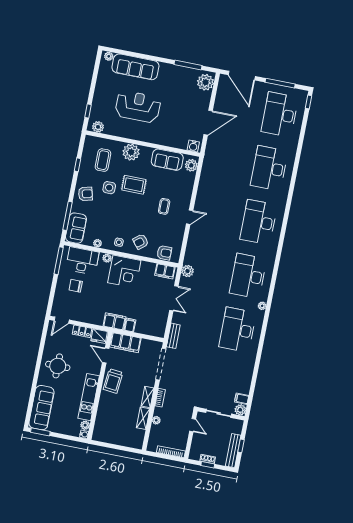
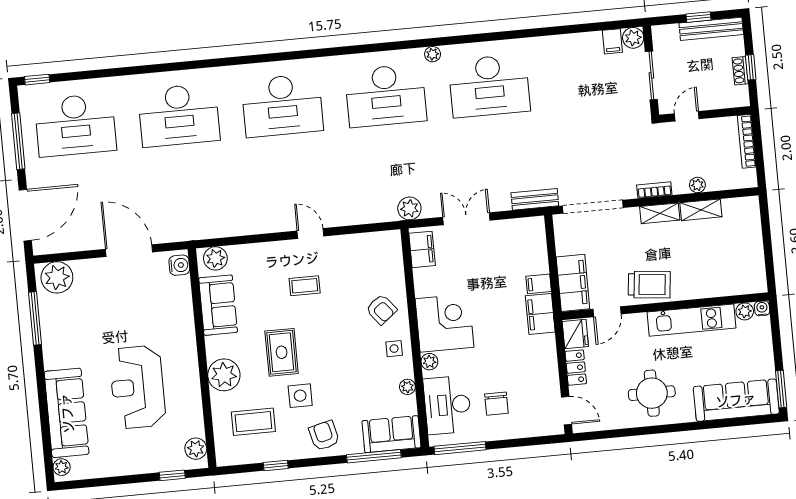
armchair: (164, 253) -> (389, 260), removed

